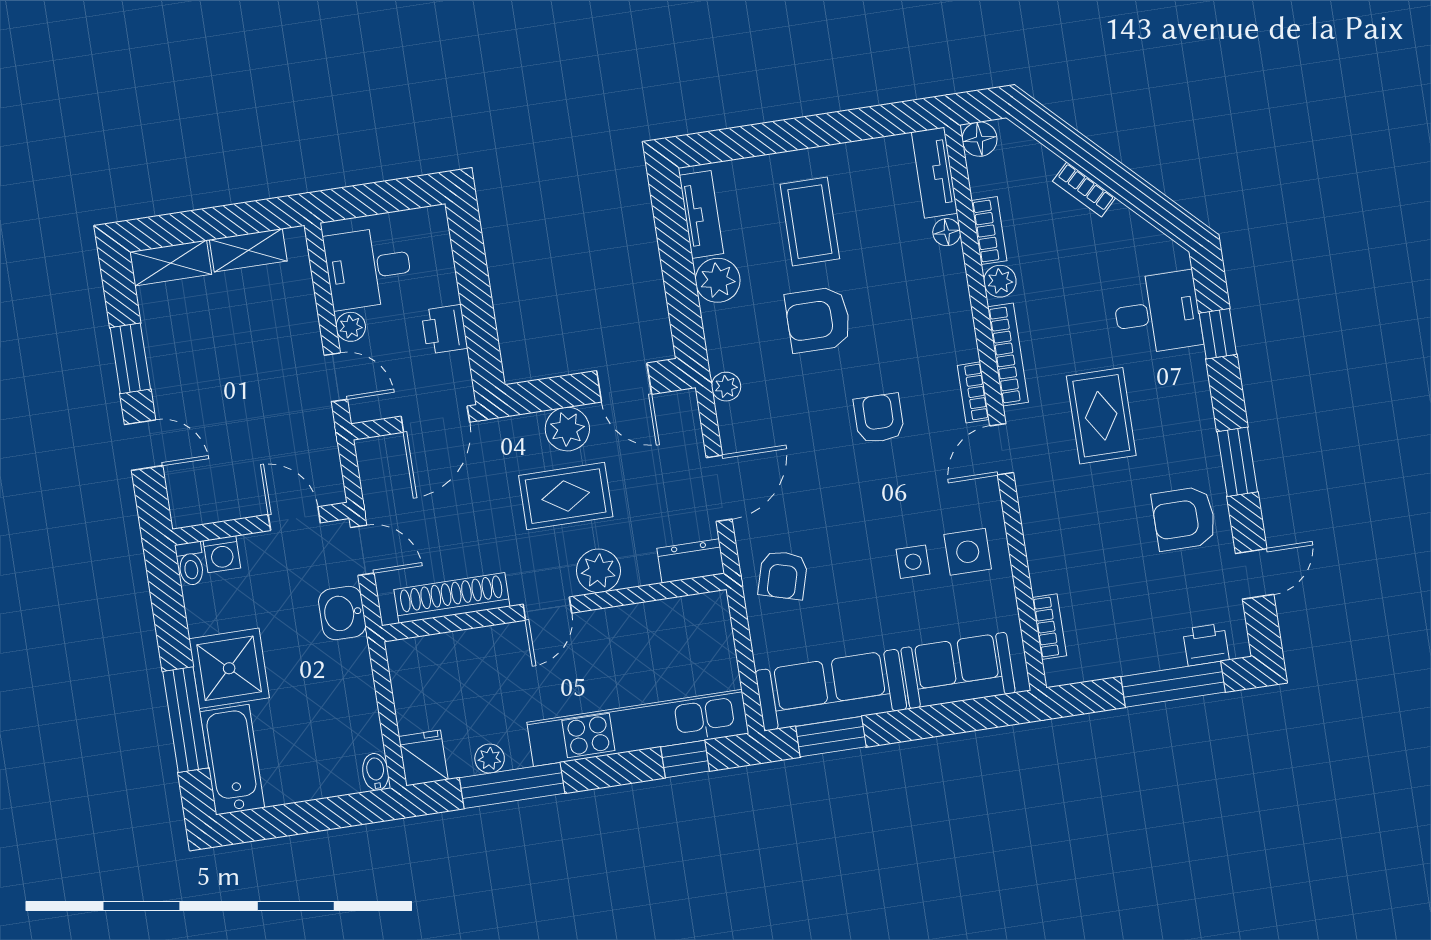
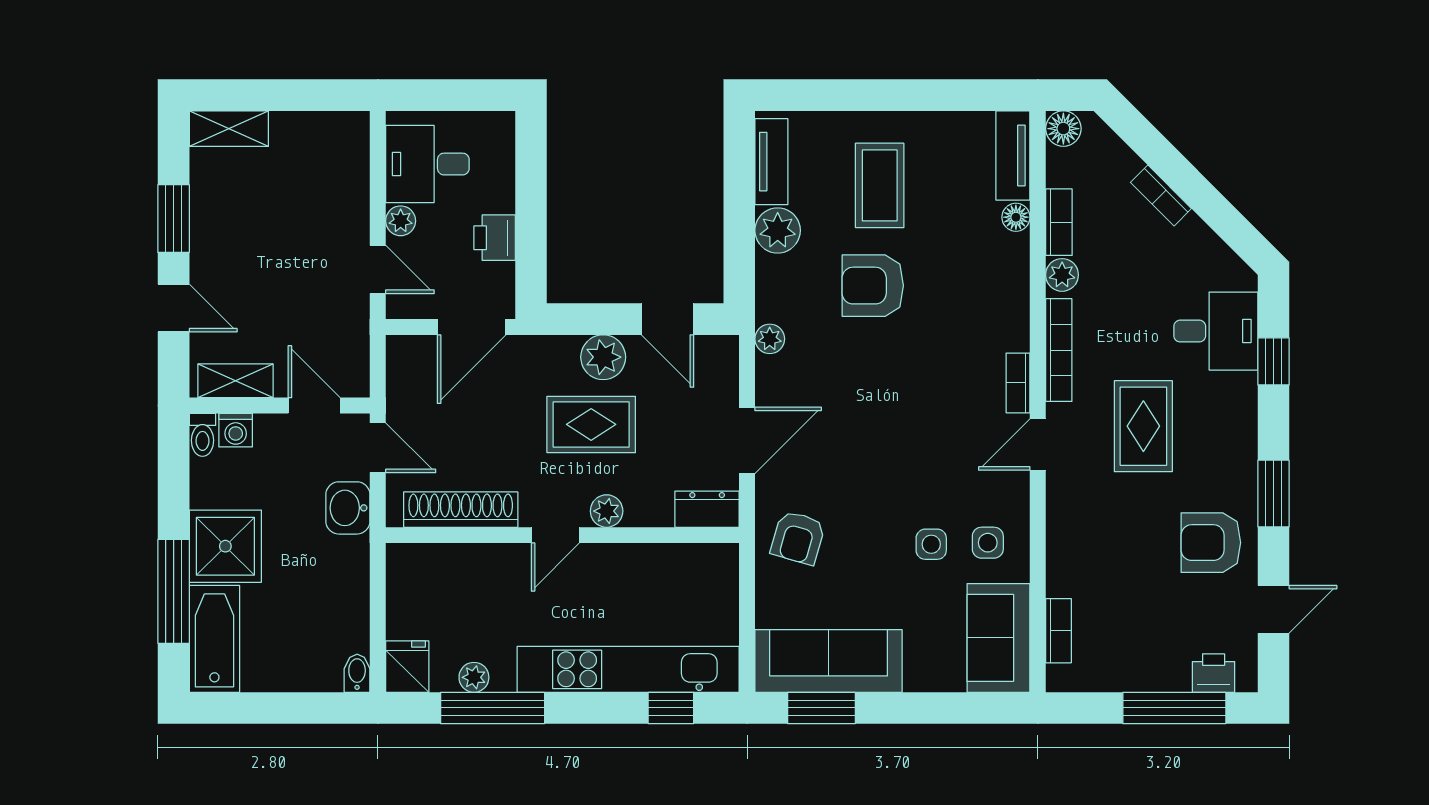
shelving: (248, 250) -> (235, 381), moved
armchair: (879, 418) -> (919, 395), removed
side table: (968, 552) -> (988, 543), width x0.73, depth x0.73
plant: (598, 571) -> (607, 511), width x0.73, depth x0.73
sofa: (958, 670) -> (999, 638), moved, turned -90

